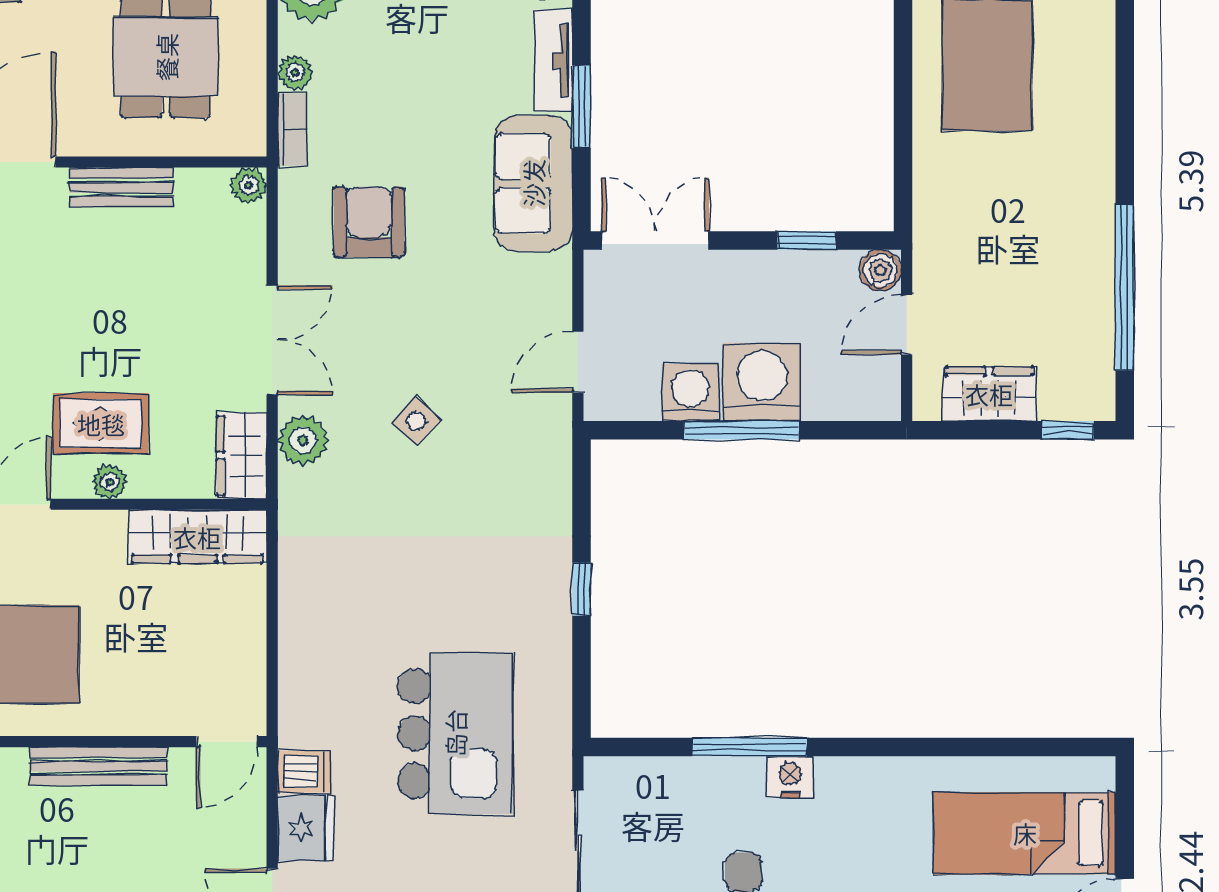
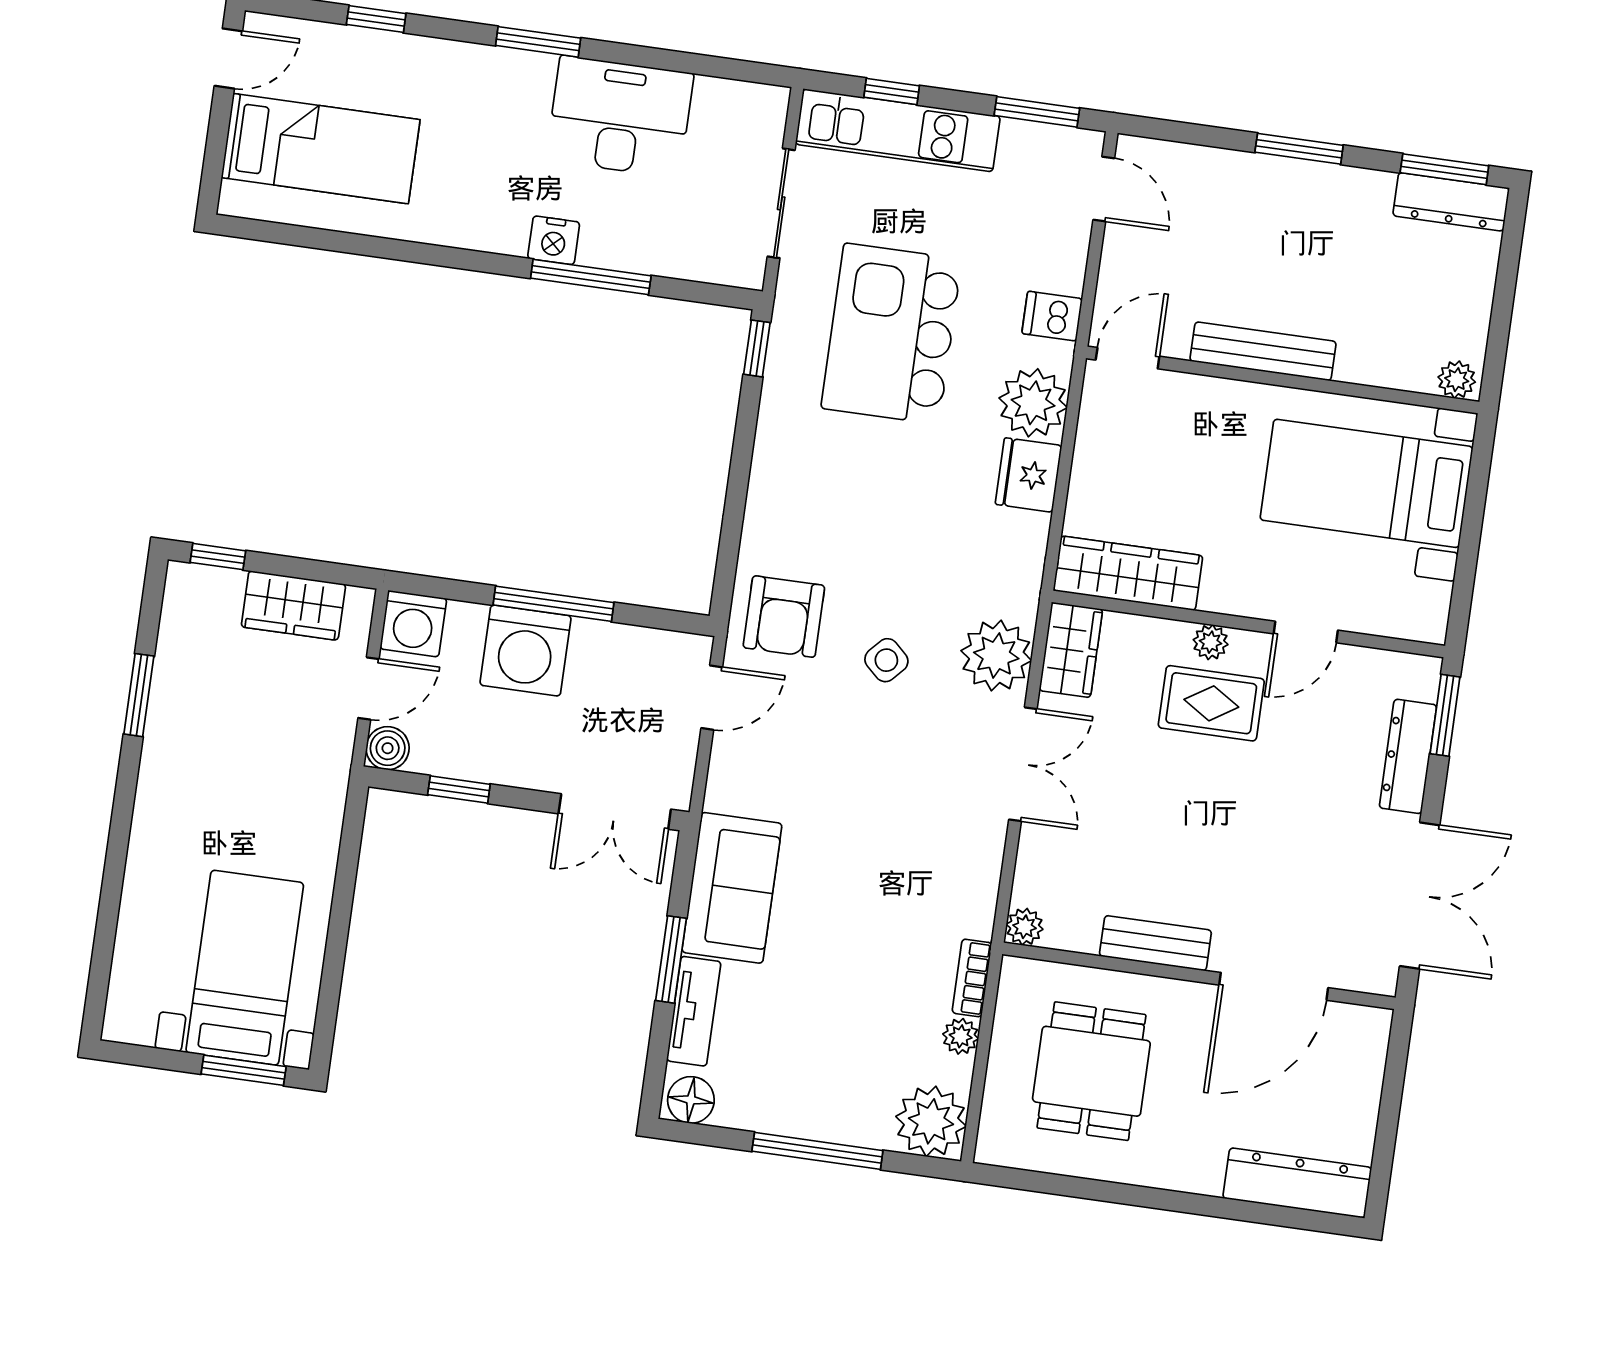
armchair: (369, 222) -> (784, 617), moved
window: (1125, 288) -> (139, 695), width x0.47
double door: (272, 340) -> (1023, 764), swing flipped
washing machine: (690, 393) -> (413, 624), moved
plant: (303, 440) -> (996, 656), width x1.36, depth x1.36
window: (582, 589) -> (757, 348), moved
plant: (311, 686) -> (1033, 403), added
fridge: (306, 828) -> (1028, 475), moved

